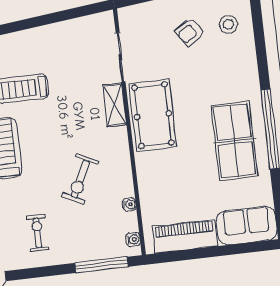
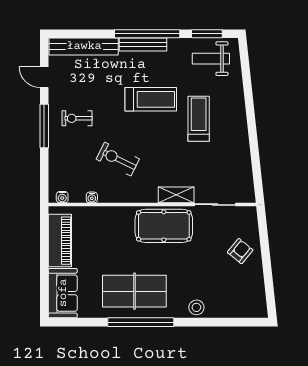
stool: (228, 24) -> (196, 307), moved
armchair: (190, 32) -> (240, 251), moved, turned 71
exercise bike: (38, 233) -> (77, 118), turned 180
window: (101, 265) -> (44, 126), moved

